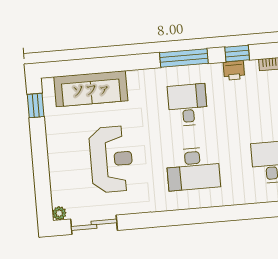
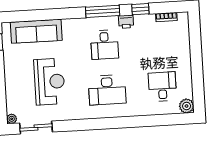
printer: (234, 70) -> (126, 22), moved
desk: (188, 105) -> (104, 45), turned 180

